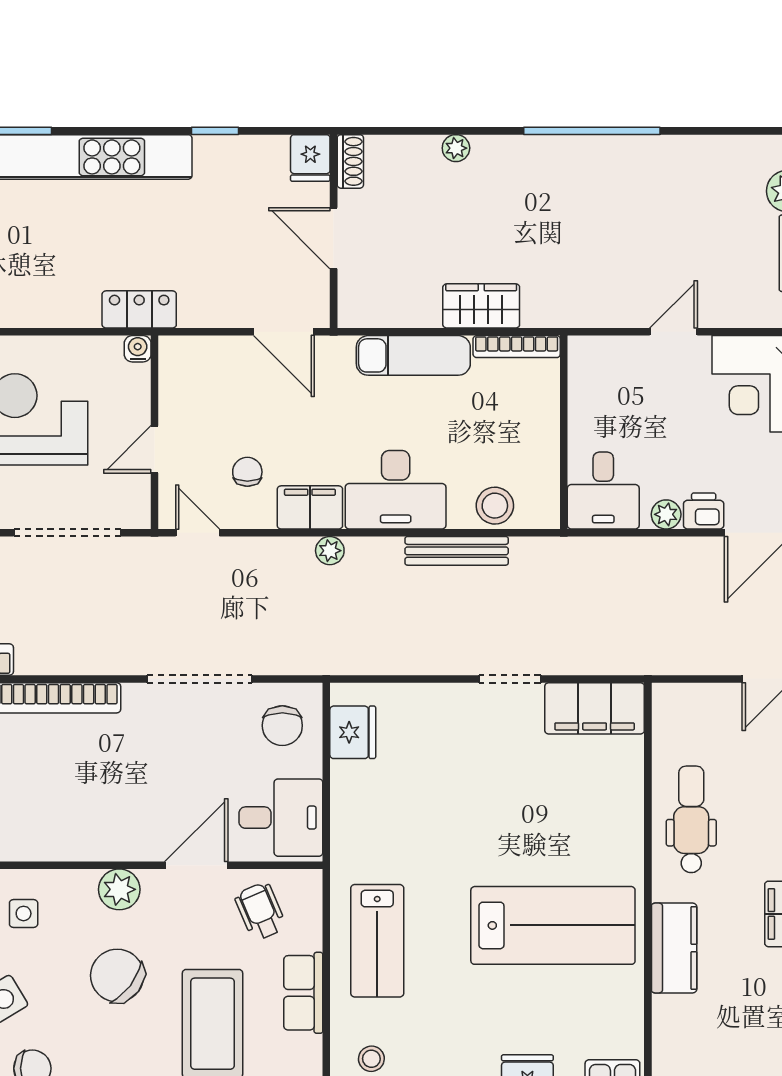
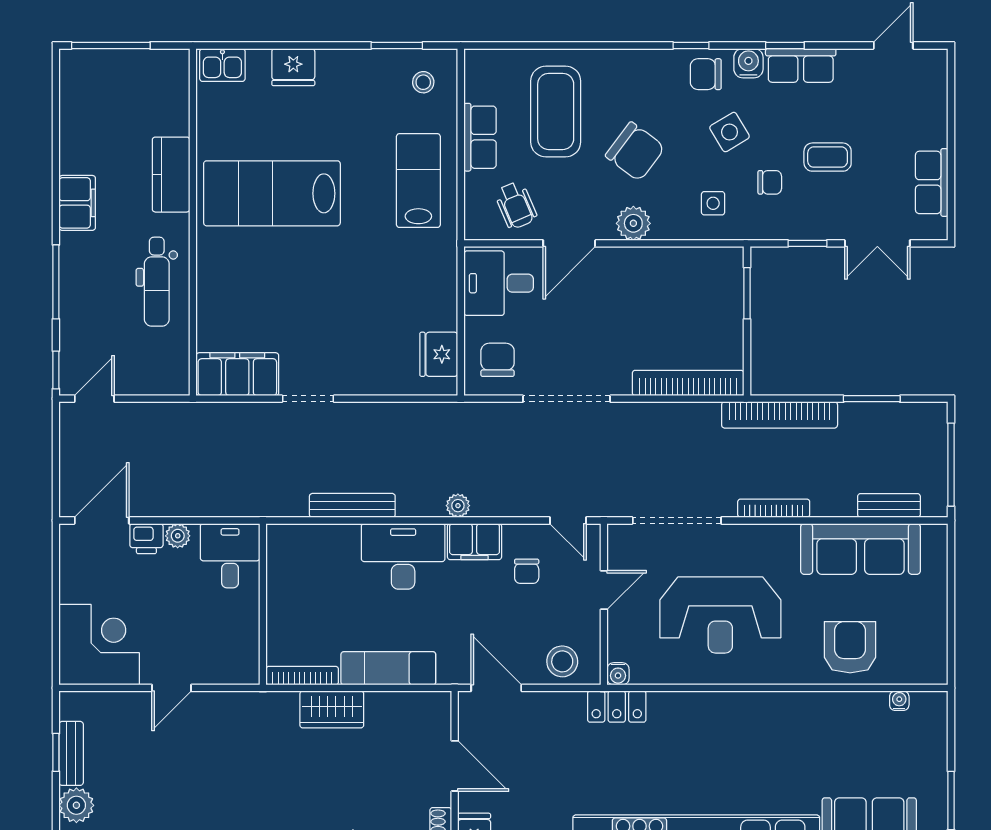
stool: (495, 506) -> (562, 661), moved

